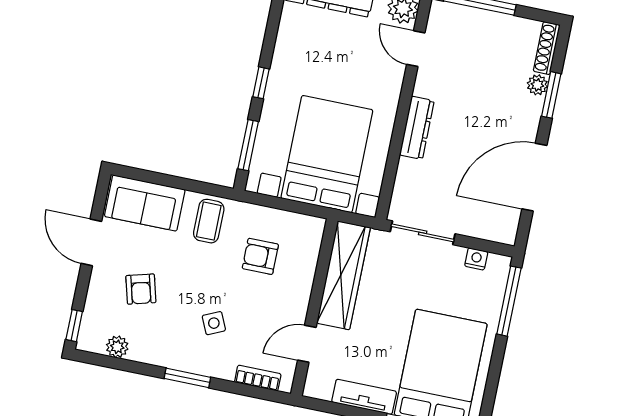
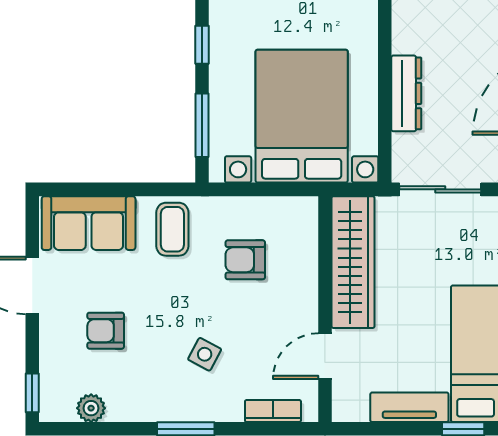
dresser: (417, 128) -> (406, 93), moved
armchair: (141, 289) -> (106, 331), turned 105
side table: (214, 323) -> (205, 354), turned -38

